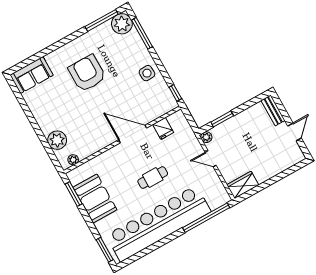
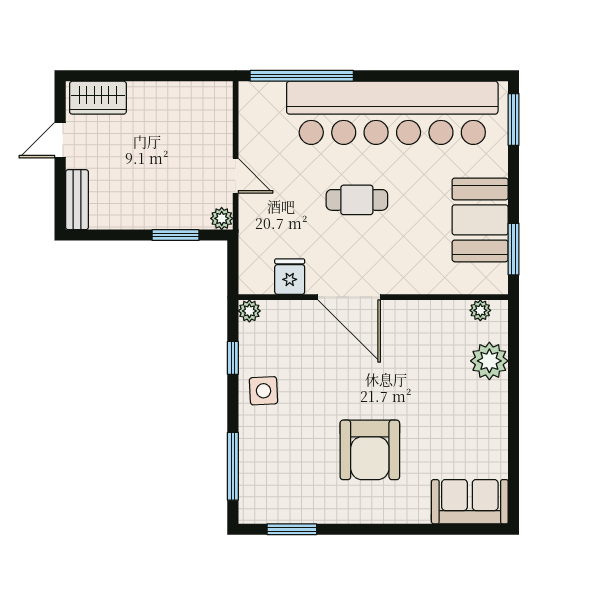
window: (102, 20) -> (292, 529), width x0.69
plant: (122, 24) -> (249, 311), moved, width x0.53, depth x0.53
window: (175, 93) -> (233, 358), moved
wardrobe: (243, 185) -> (98, 98), moved

